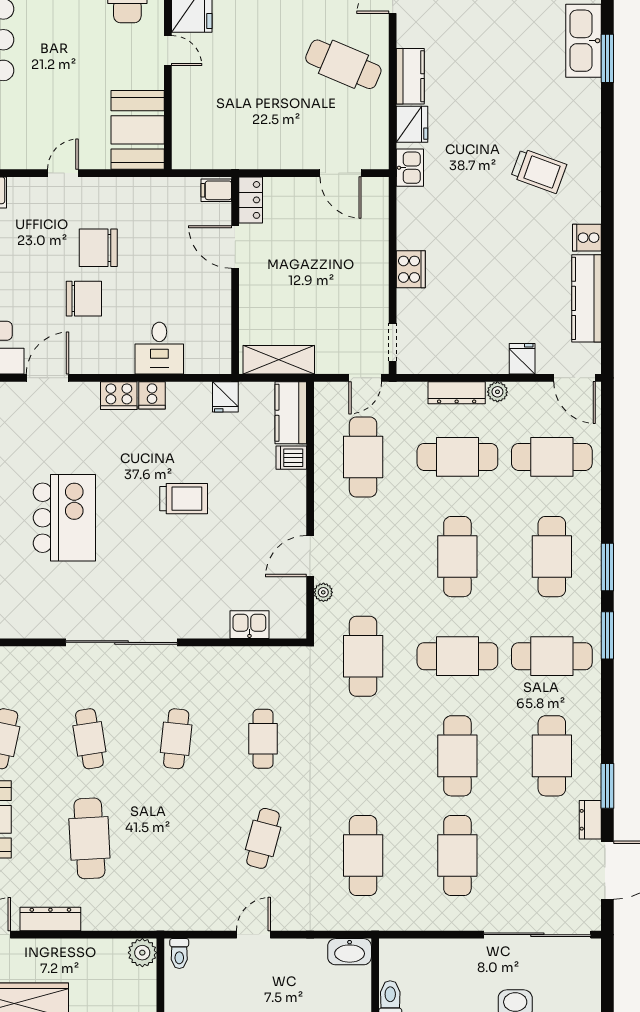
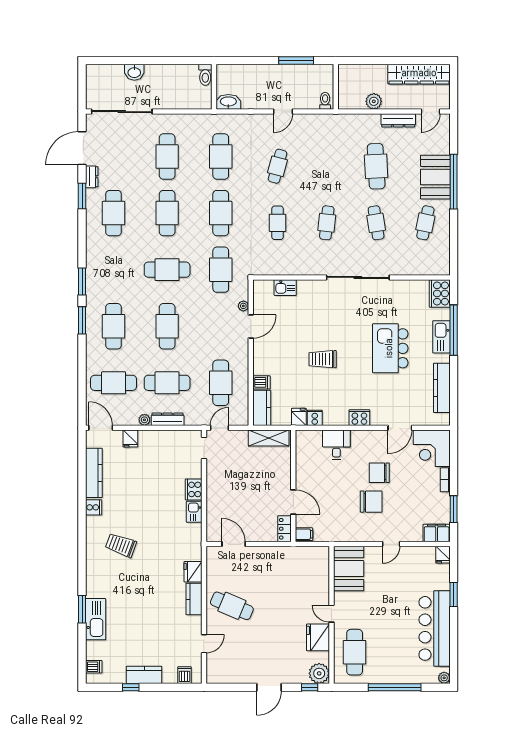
kitchen sink: (410, 168) -> (194, 512), moved
cooker: (152, 395) -> (315, 418), moved
cafe table: (552, 656) -> (221, 213), moved, turned 90
plant: (142, 953) -> (374, 101), moved

